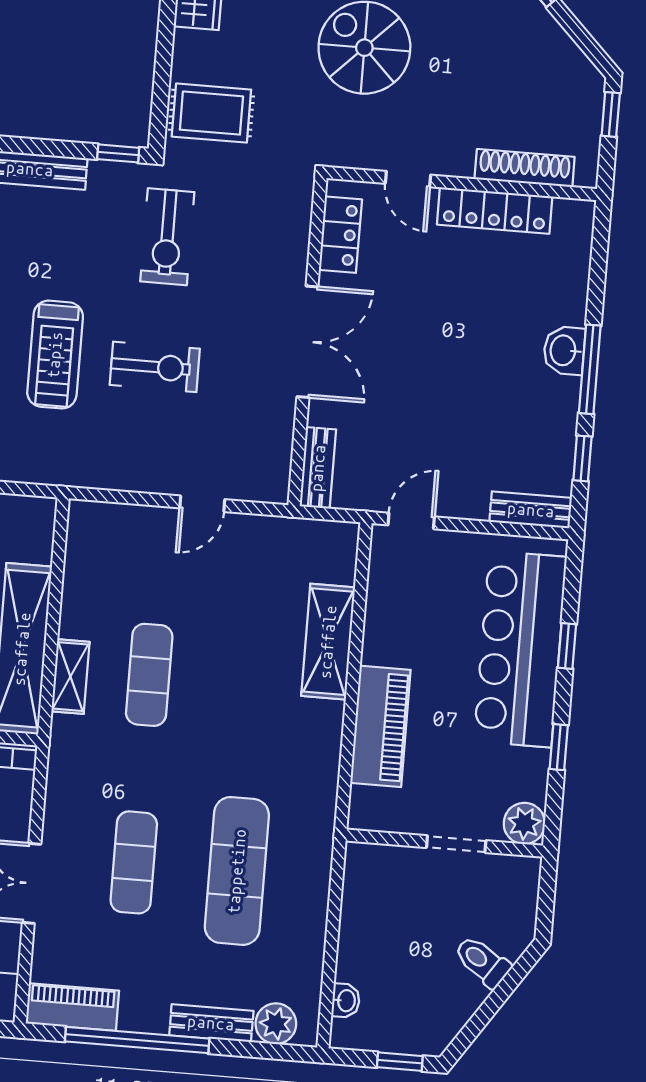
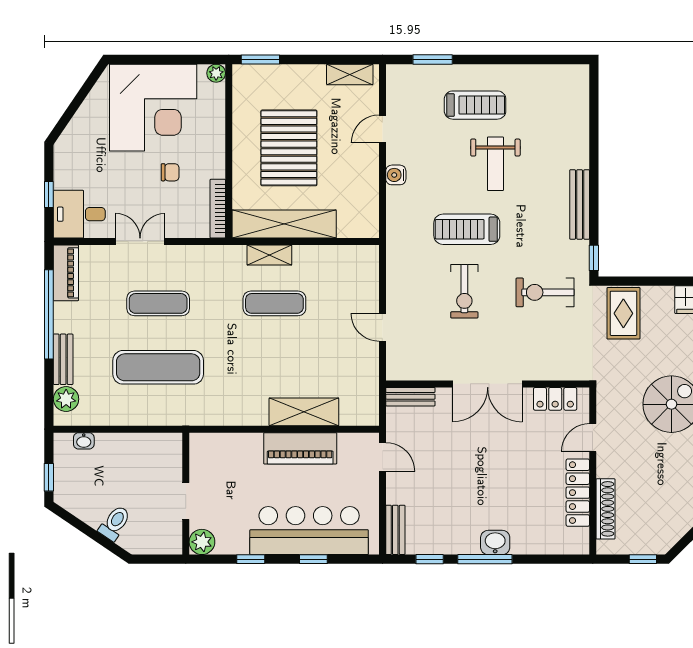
piano: (380, 726) -> (300, 448), moved

